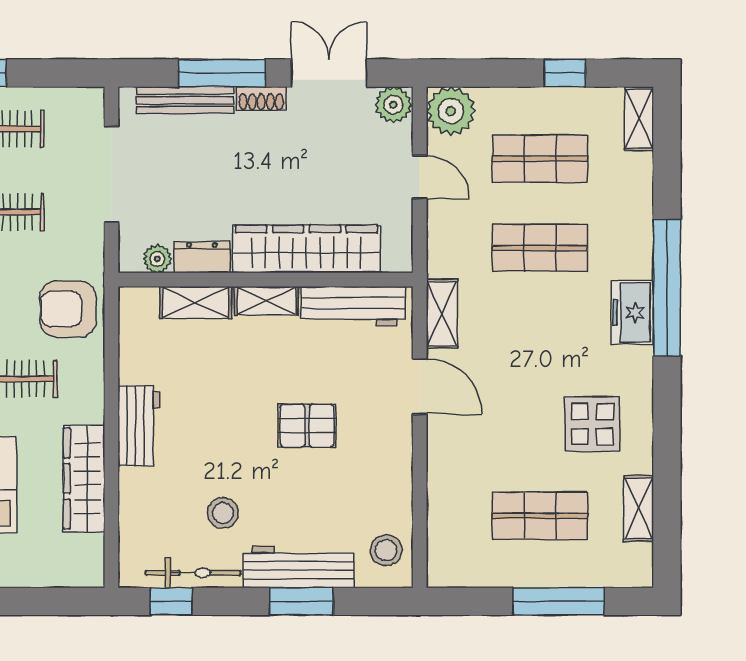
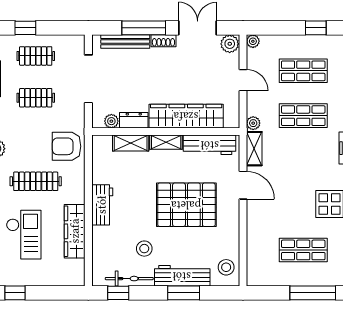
plant: (451, 111) -> (253, 41), width x0.53, depth x0.53
plant: (440, 263) -> (253, 123), added
pallet: (307, 426) -> (186, 205), width x2.05, depth x2.00

